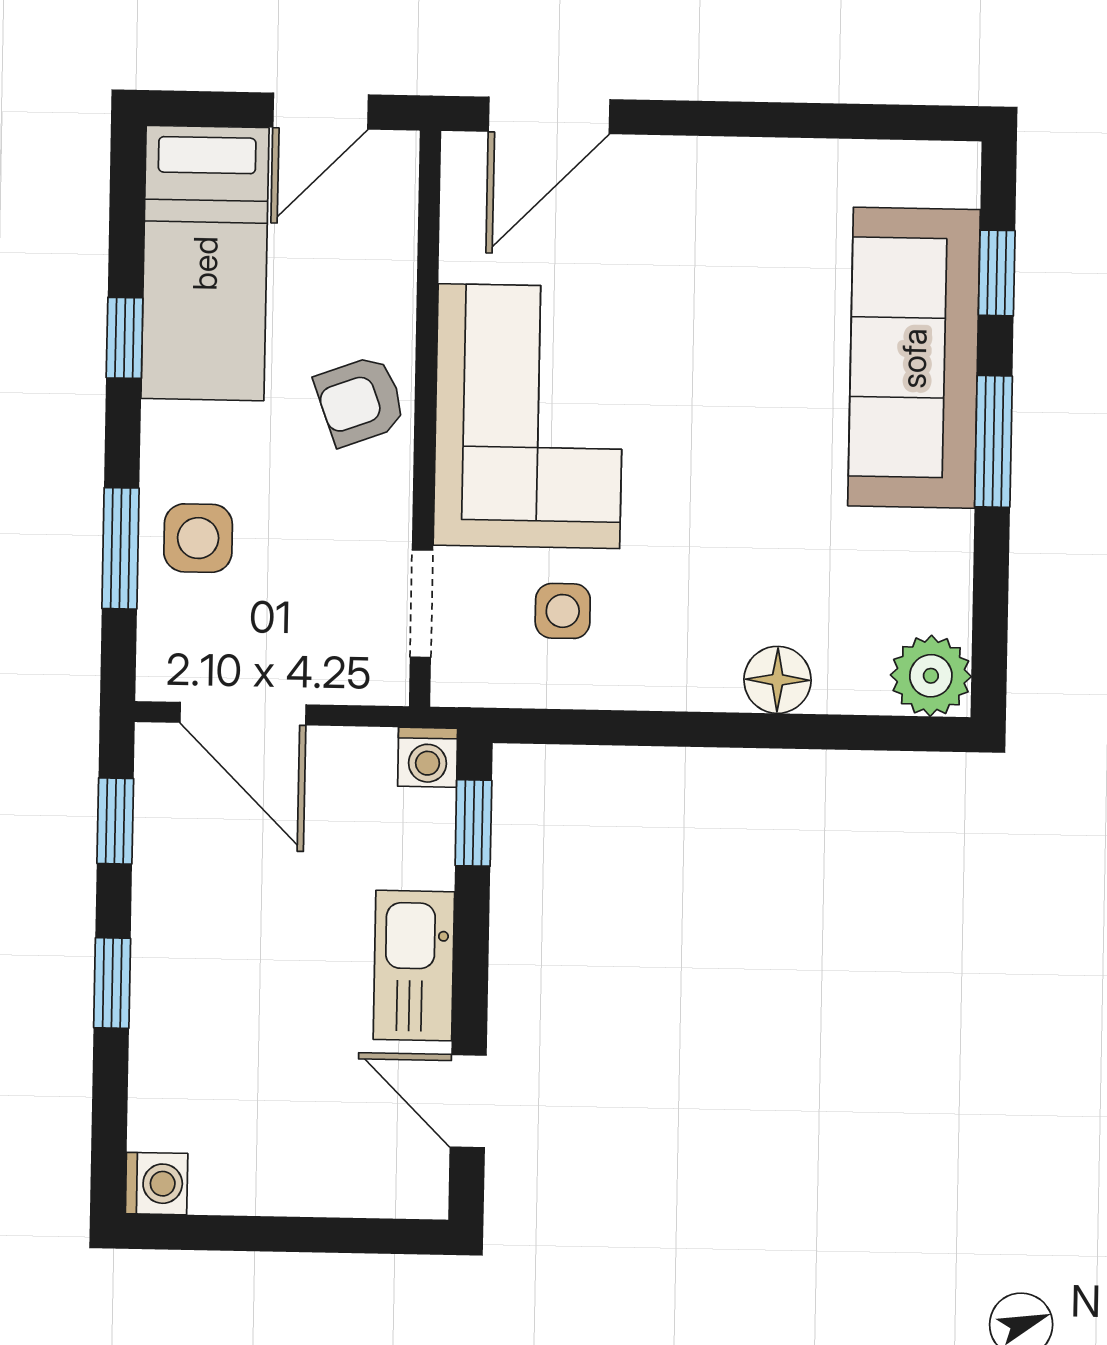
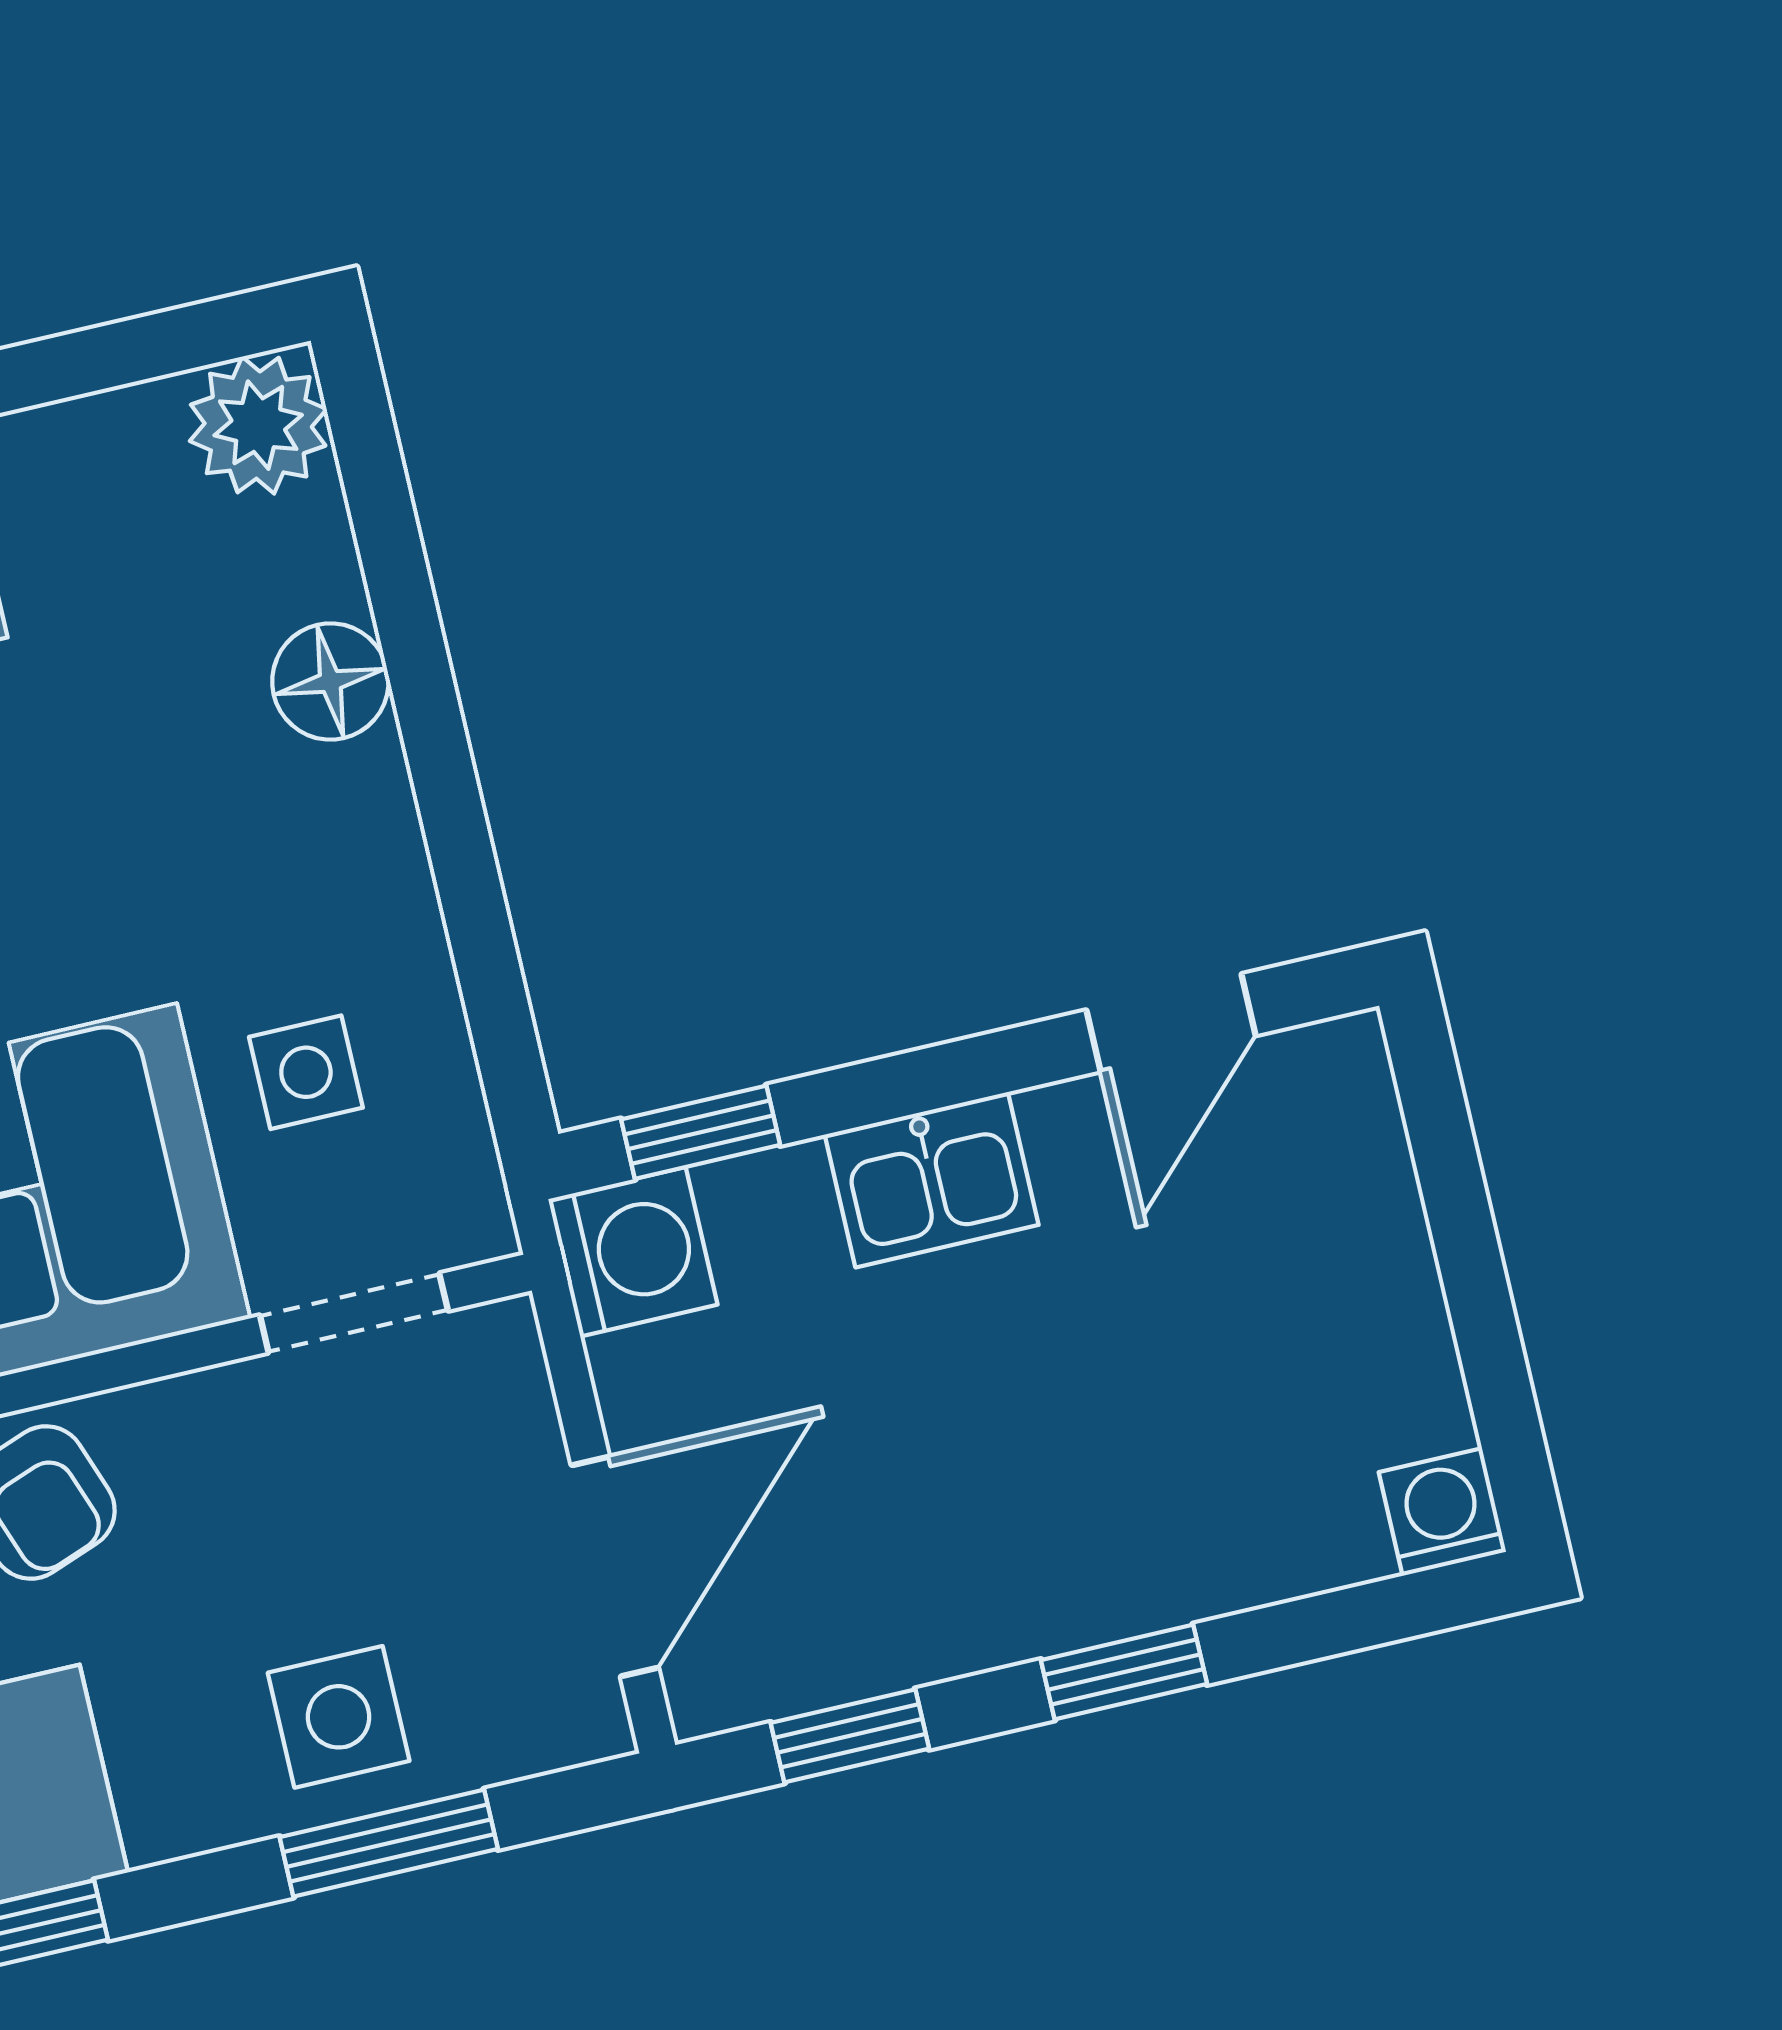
washing machine: (428, 757) -> (633, 1252), width x1.38, depth x1.38
kitchen sink: (414, 966) -> (932, 1180), width x0.73

